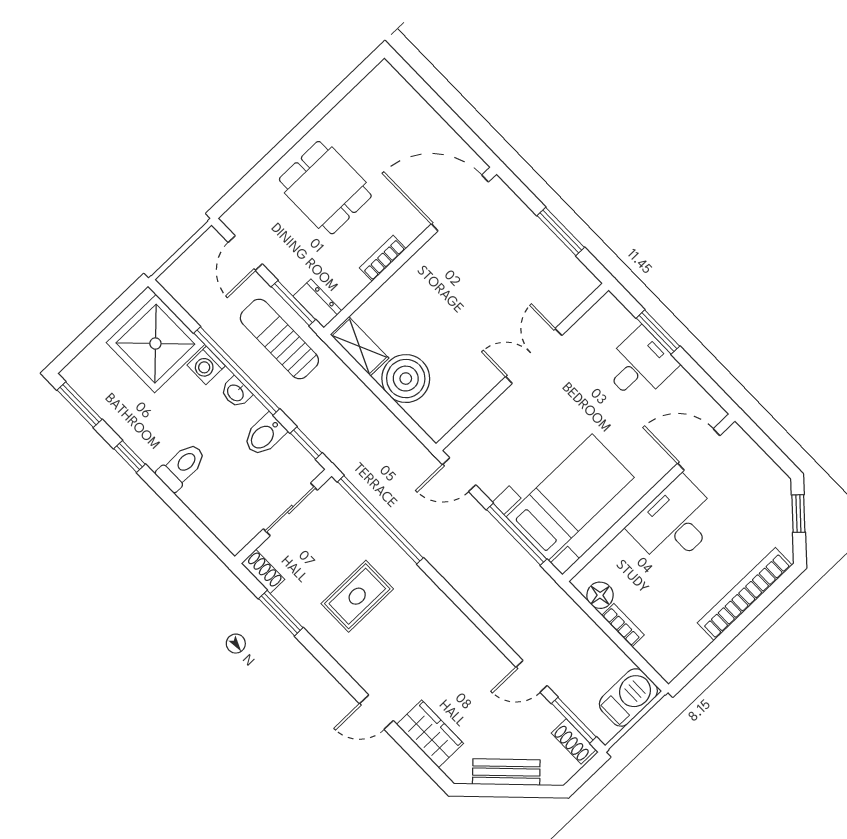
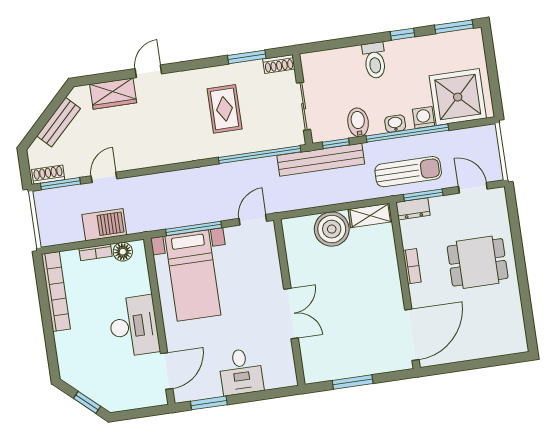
window: (658, 332) -> (209, 403), moved
bench: (337, 447) -> (321, 160), added
bookcase: (745, 594) -> (56, 291), moved
barbecue: (628, 697) -> (104, 225), moved, turned -90

